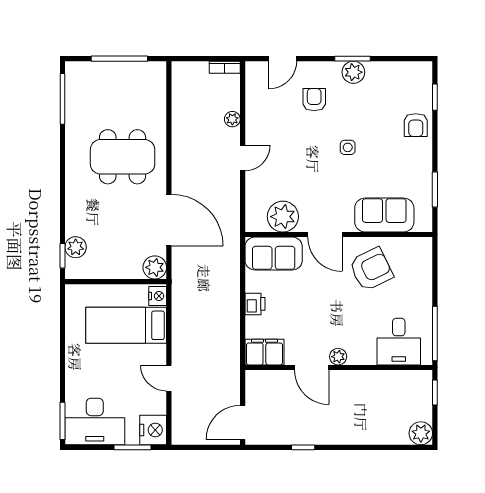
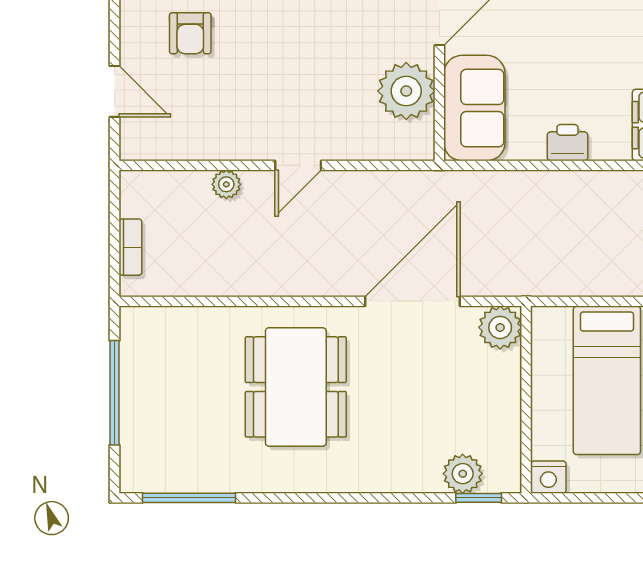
bookcase: (225, 67) -> (130, 247), moved
armchair: (314, 100) -> (190, 33), turned -90
door: (243, 158) -> (298, 165), swing flipped
nightstand: (158, 296) -> (548, 477), moved, turned 180

